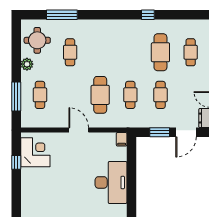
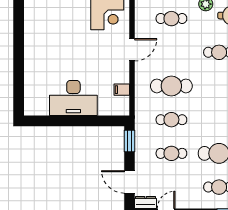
door: (79, 130) -> (132, 50), moved
window: (160, 132) -> (129, 141), moved
filing cabinet: (122, 139) -> (122, 90), moved

